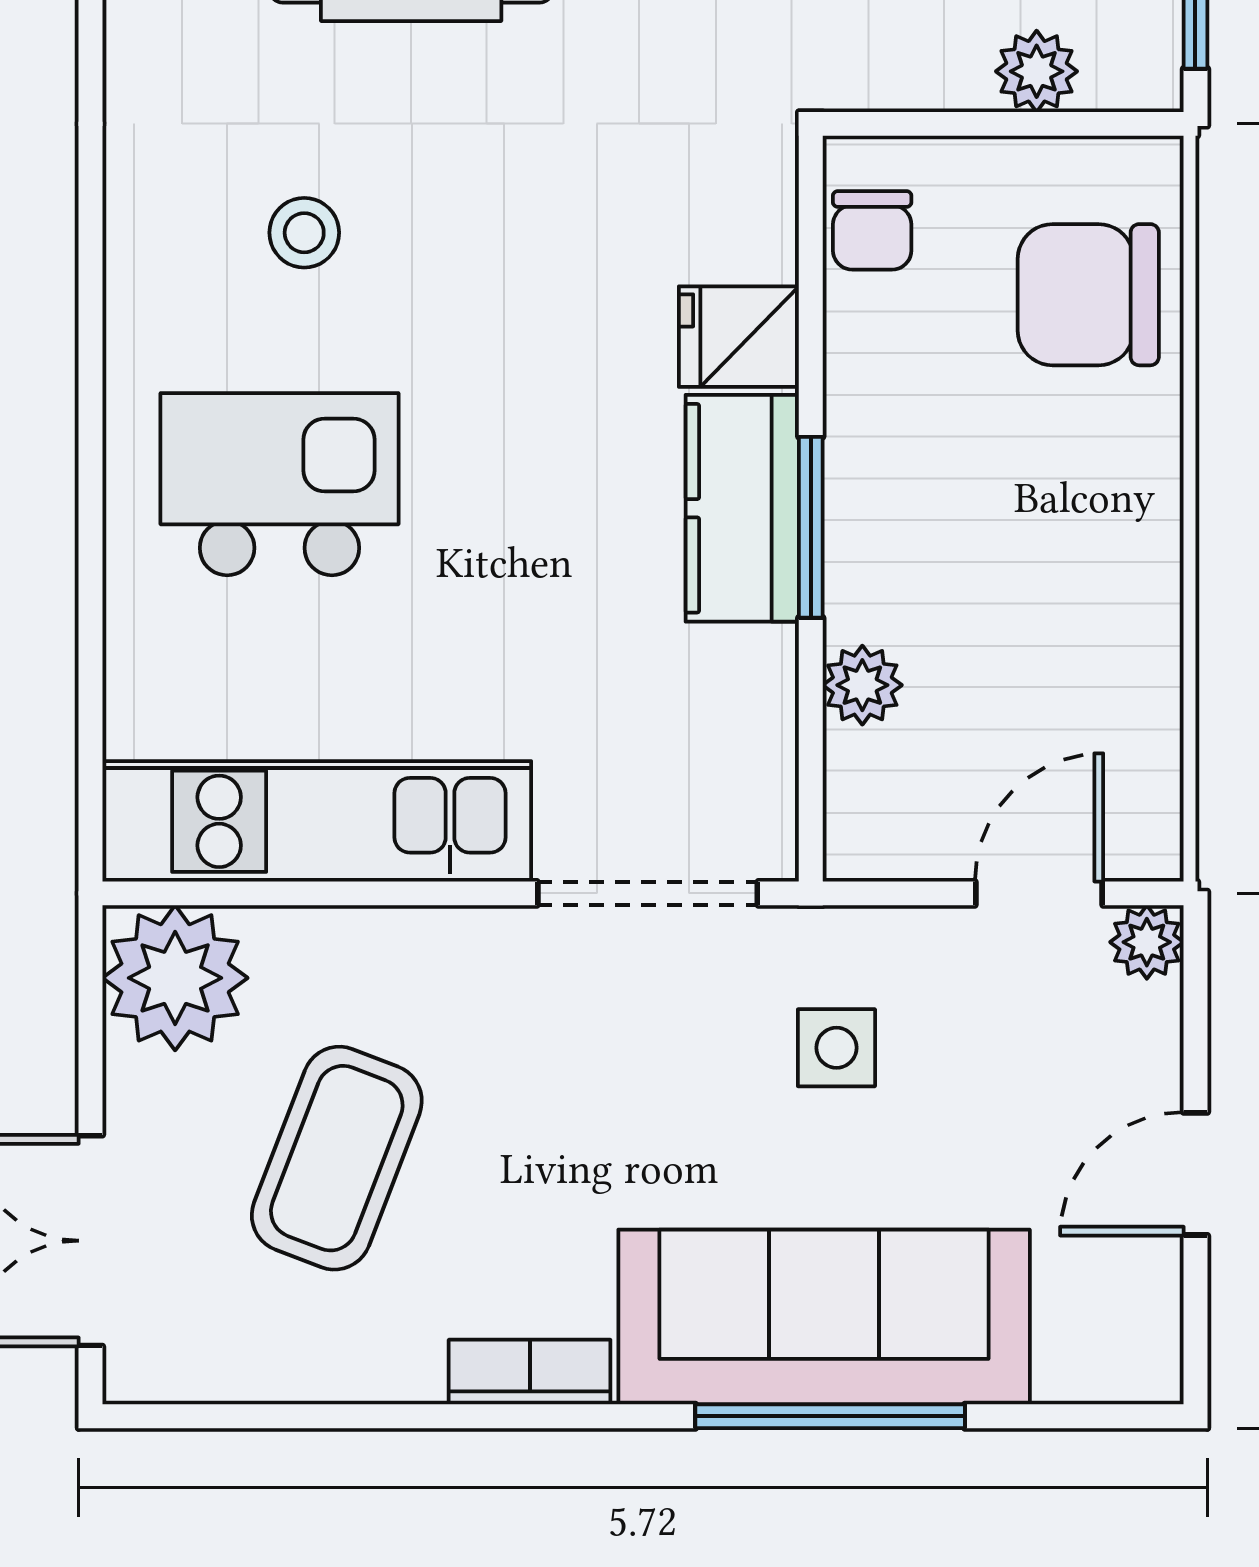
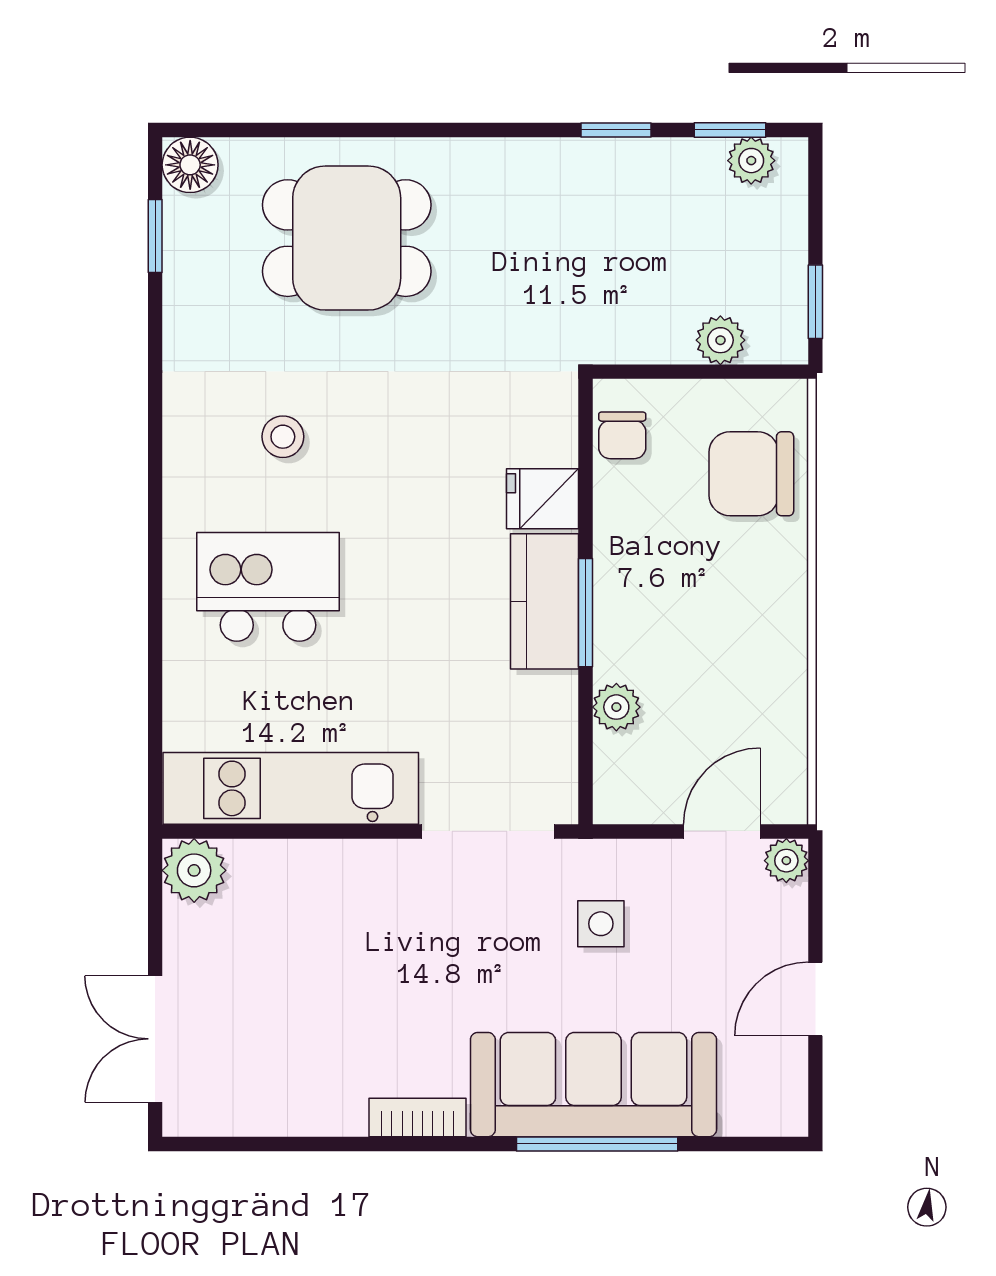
plant: (175, 978) -> (194, 870), width x0.73, depth x0.73
coffee table: (337, 1158) -> (302, 990), removed

